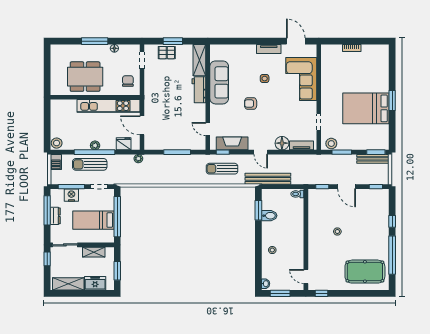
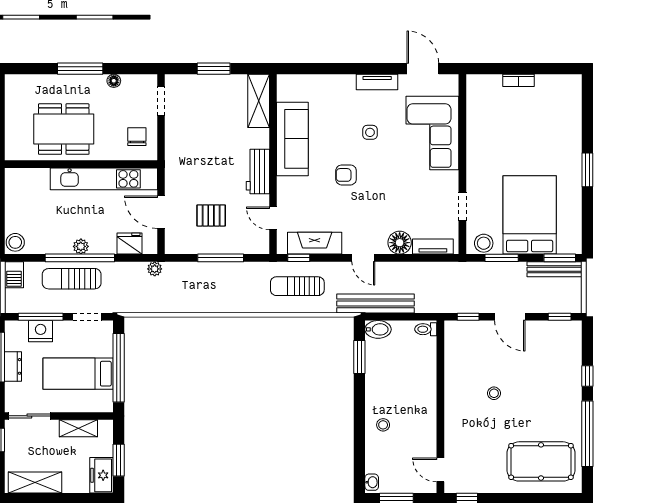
pallet: (167, 53) -> (211, 215), moved
workbench: (199, 90) -> (258, 171), moved
bed: (366, 108) -> (530, 215), moved, turned 90
bidet: (269, 216) -> (378, 329), moved
freezer: (95, 283) -> (102, 475), moved, turned -90

